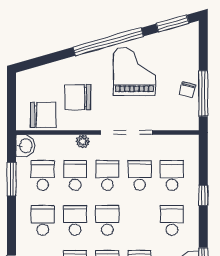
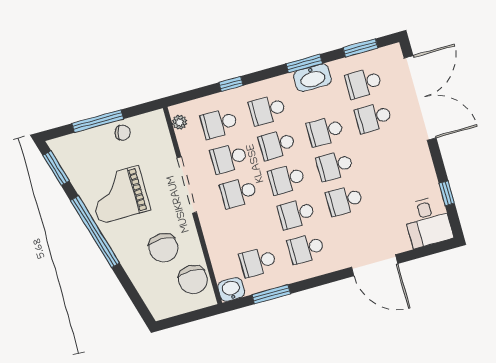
window: (203, 93) -> (98, 121), moved
chair: (43, 115) -> (193, 280), turned 180
plant: (83, 141) -> (180, 122), moved
school desk: (75, 175) -> (277, 145), moved

